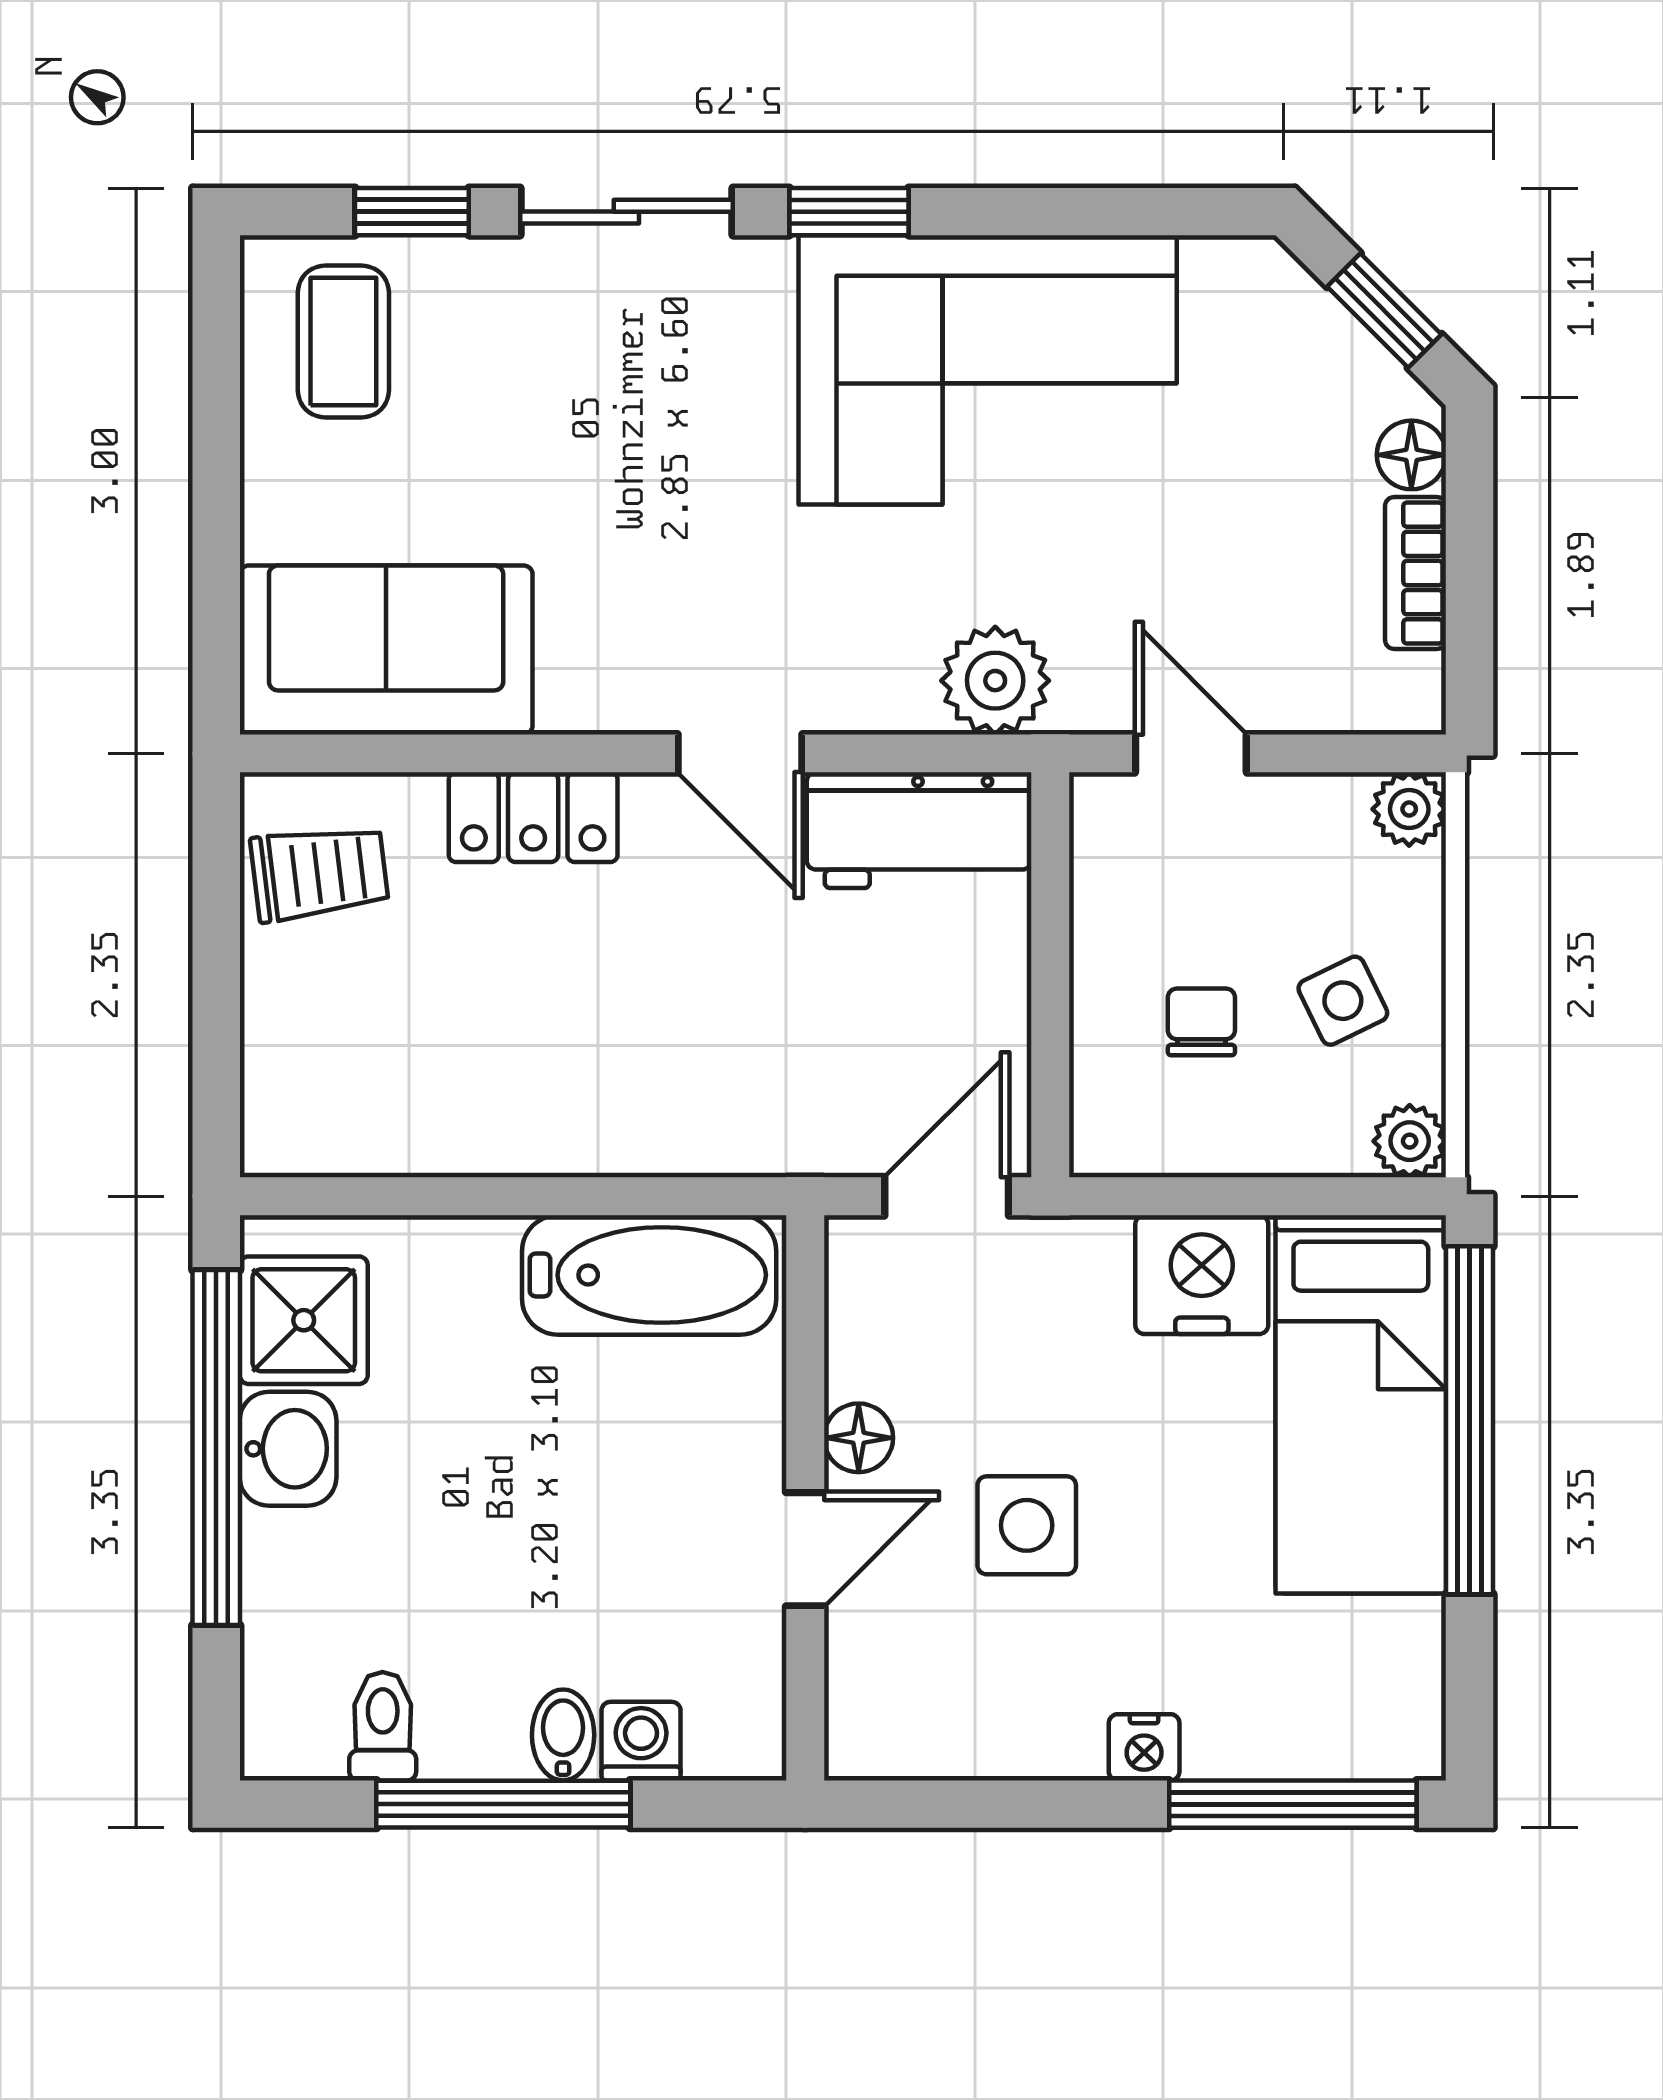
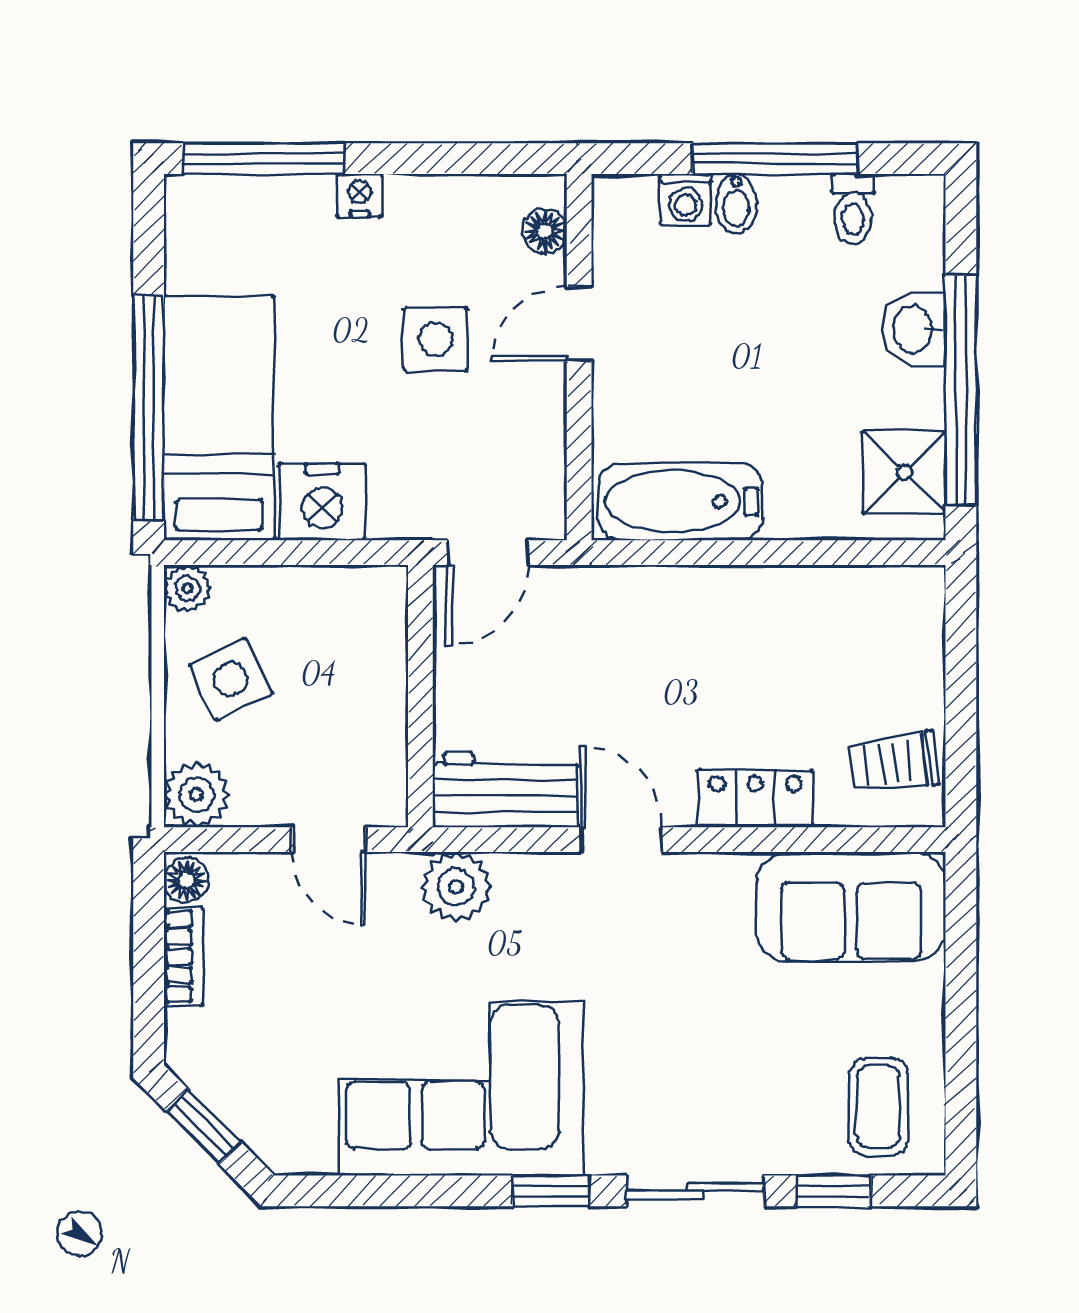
floor lamp: (1411, 455) -> (186, 880), moved
plant: (1409, 809) -> (197, 795), width x1.38, depth x1.38
side table: (1343, 1001) -> (231, 679), width x1.37, depth x1.37
chair: (1201, 1022) -> (322, 666), removed
floor lamp: (859, 1438) -> (545, 231), moved
washbasin: (288, 1449) -> (914, 329), moved

